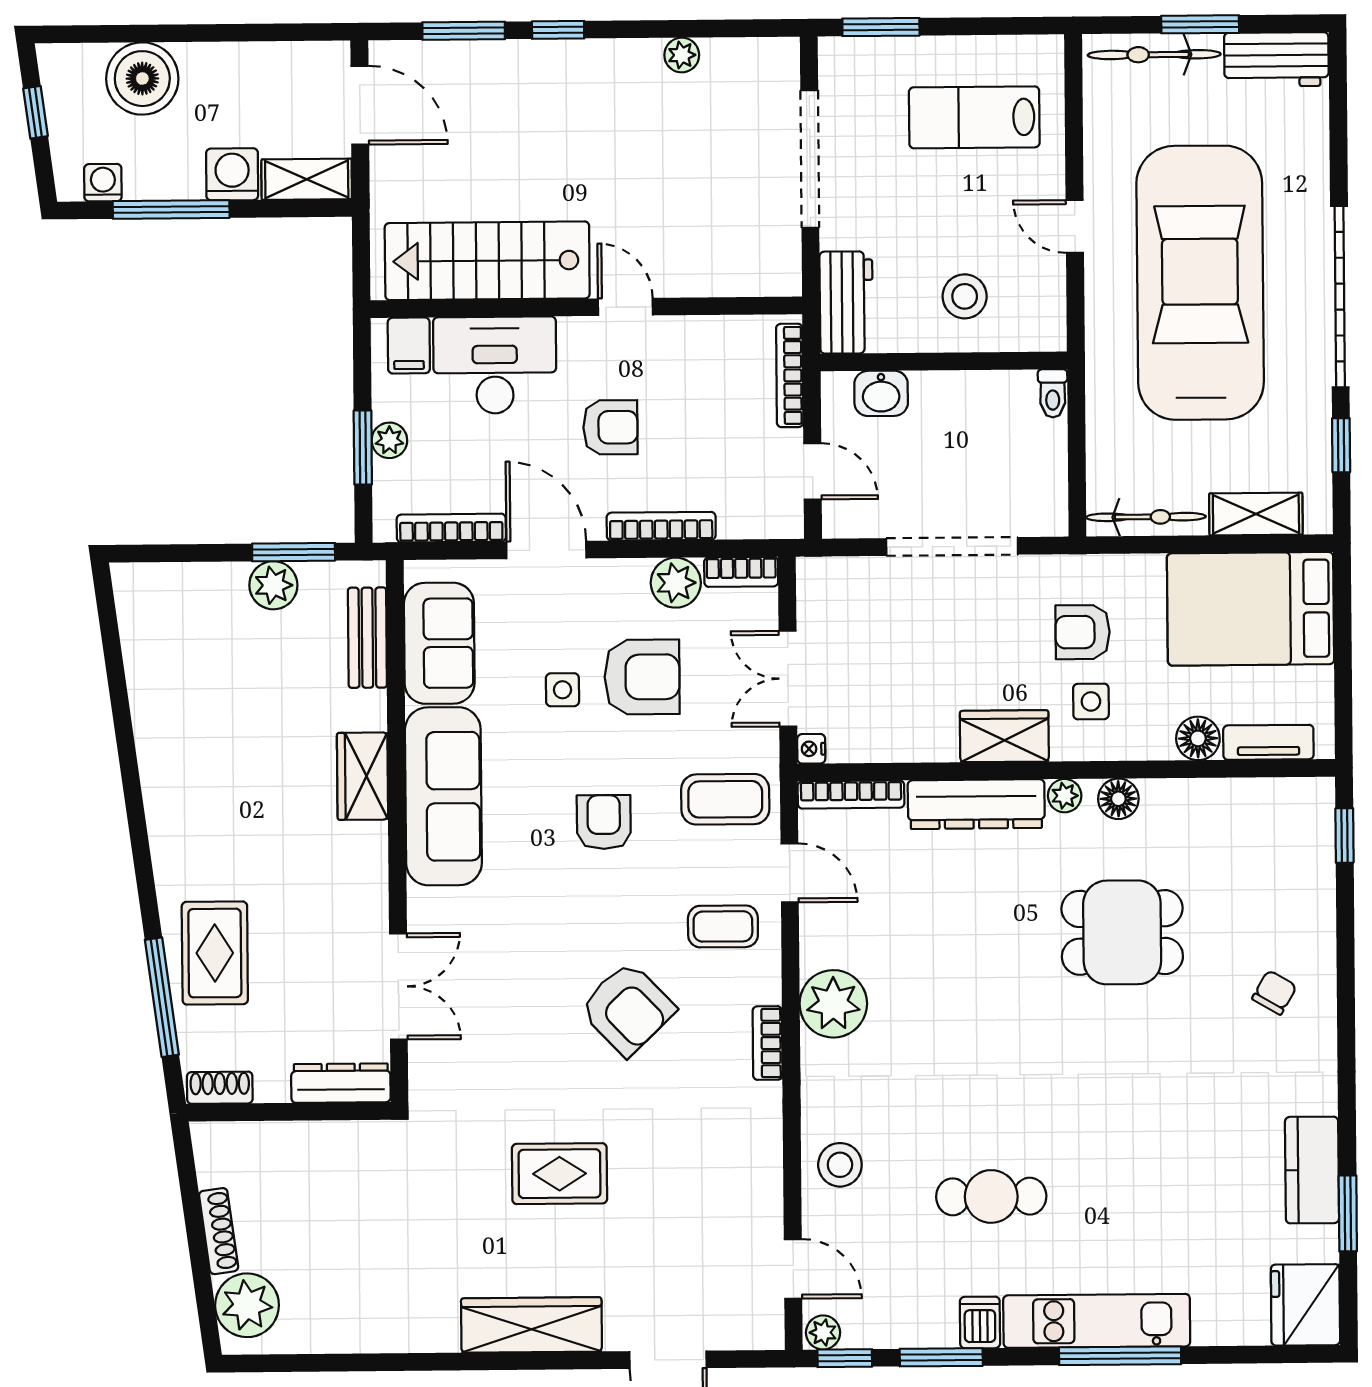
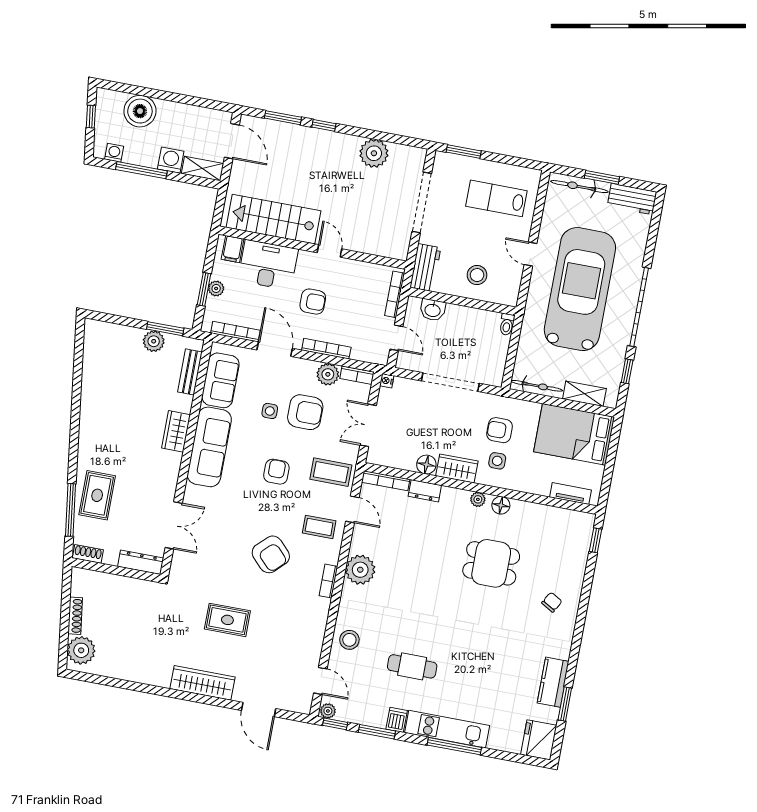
plant: (682, 55) -> (374, 153), width x1.87, depth x1.87
floor lamp: (1198, 738) -> (426, 465), moved
nightstand: (811, 749) -> (387, 381), moved
dresser: (976, 804) -> (425, 491), width x0.51, depth x0.80

